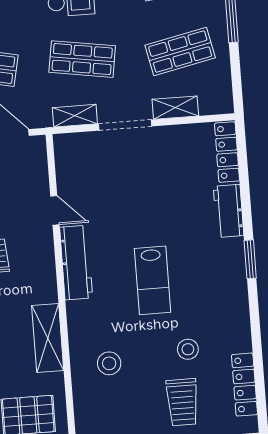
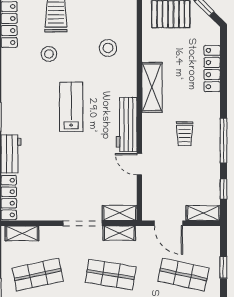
shelving: (175, 108) -> (22, 233), moved
shelving: (76, 143) -> (120, 213), added
shelving: (48, 338) -> (152, 87), moved

